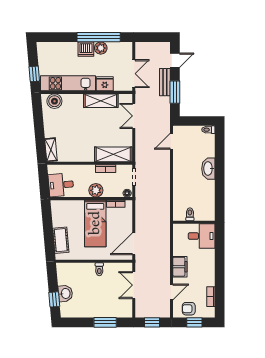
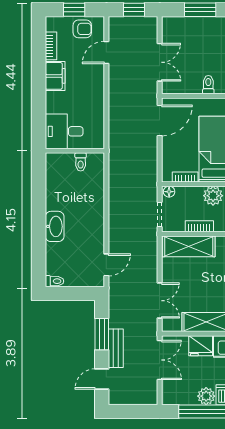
double door: (134, 74) -> (160, 360), swing flipped
filing cabinet: (180, 267) -> (55, 76), moved, turned 180

